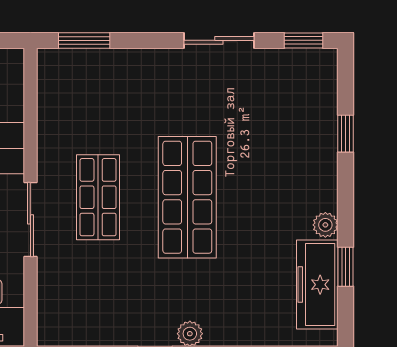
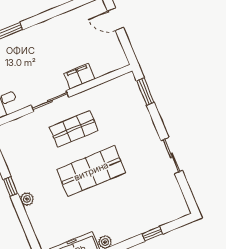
window: (303, 40) -> (188, 196), removed

